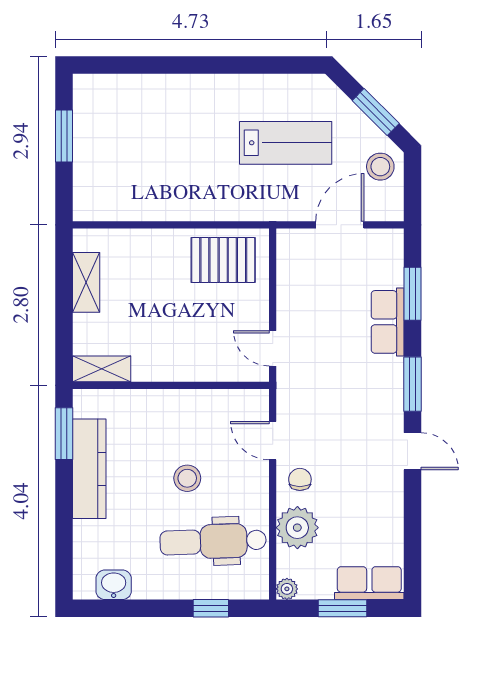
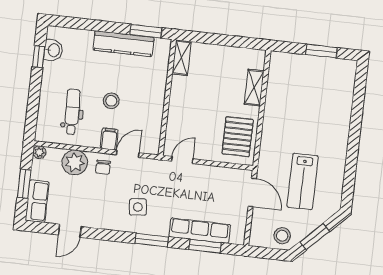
door: (340, 225) -> (252, 192), moved
shelving: (86, 282) -> (254, 88), moved, turned 90
row of seats: (388, 322) -> (200, 231), width x1.48
side table: (360, 413) -> (138, 207), added
door: (413, 451) -> (70, 231), moved
filing cabinet: (252, 474) -> (109, 139), added
chair: (300, 479) -> (103, 167), turned 90
dental chair: (213, 541) -> (72, 112), width x0.73, depth x0.72
window: (211, 608) -> (39, 57), moved

